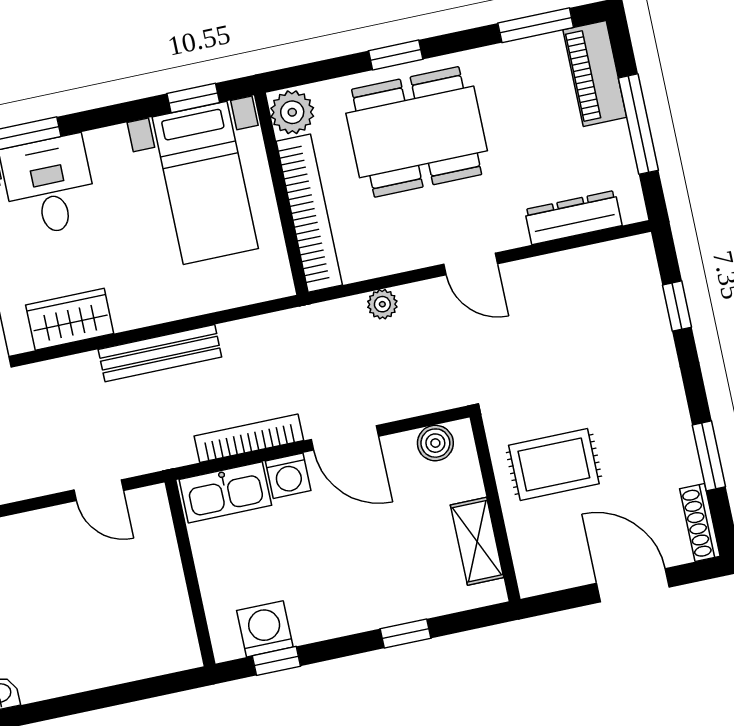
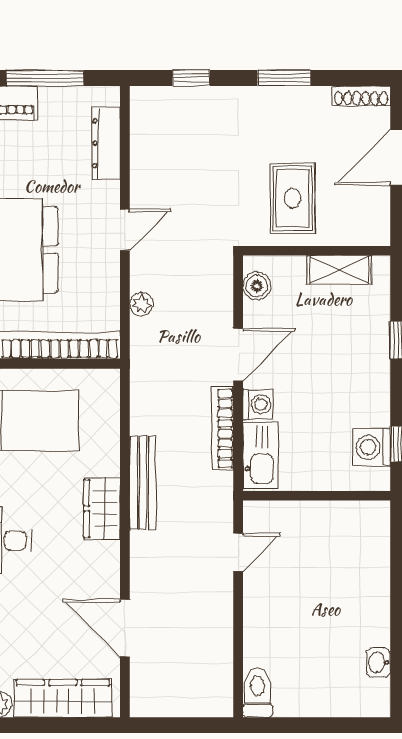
wardrobe: (70, 319) -> (102, 509), moved
window: (709, 456) -> (284, 78), moved

